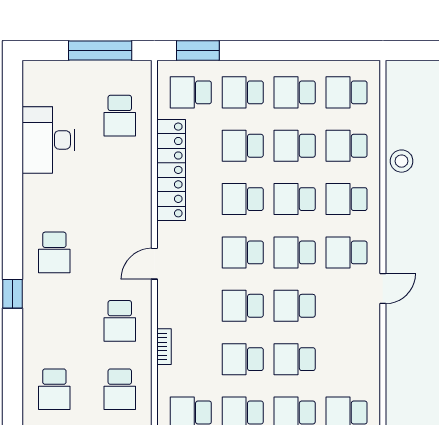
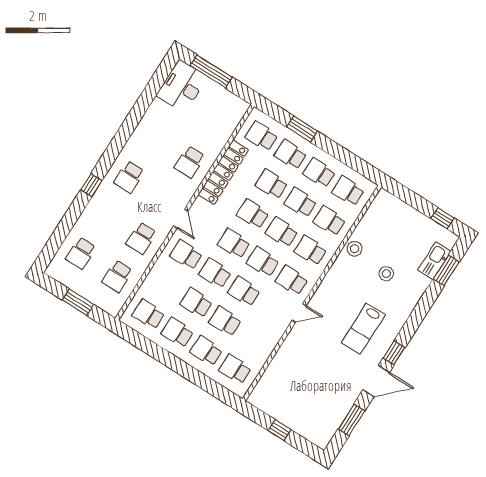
window: (100, 50) -> (211, 71), moved
window: (198, 50) -> (302, 129), moved
school desk: (120, 116) -> (190, 162), moved
desk: (48, 140) -> (182, 86), moved
door: (154, 264) -> (181, 219), swing flipped
school desk: (191, 306) -> (186, 255), added
bookcase: (164, 347) -> (157, 268), removed

